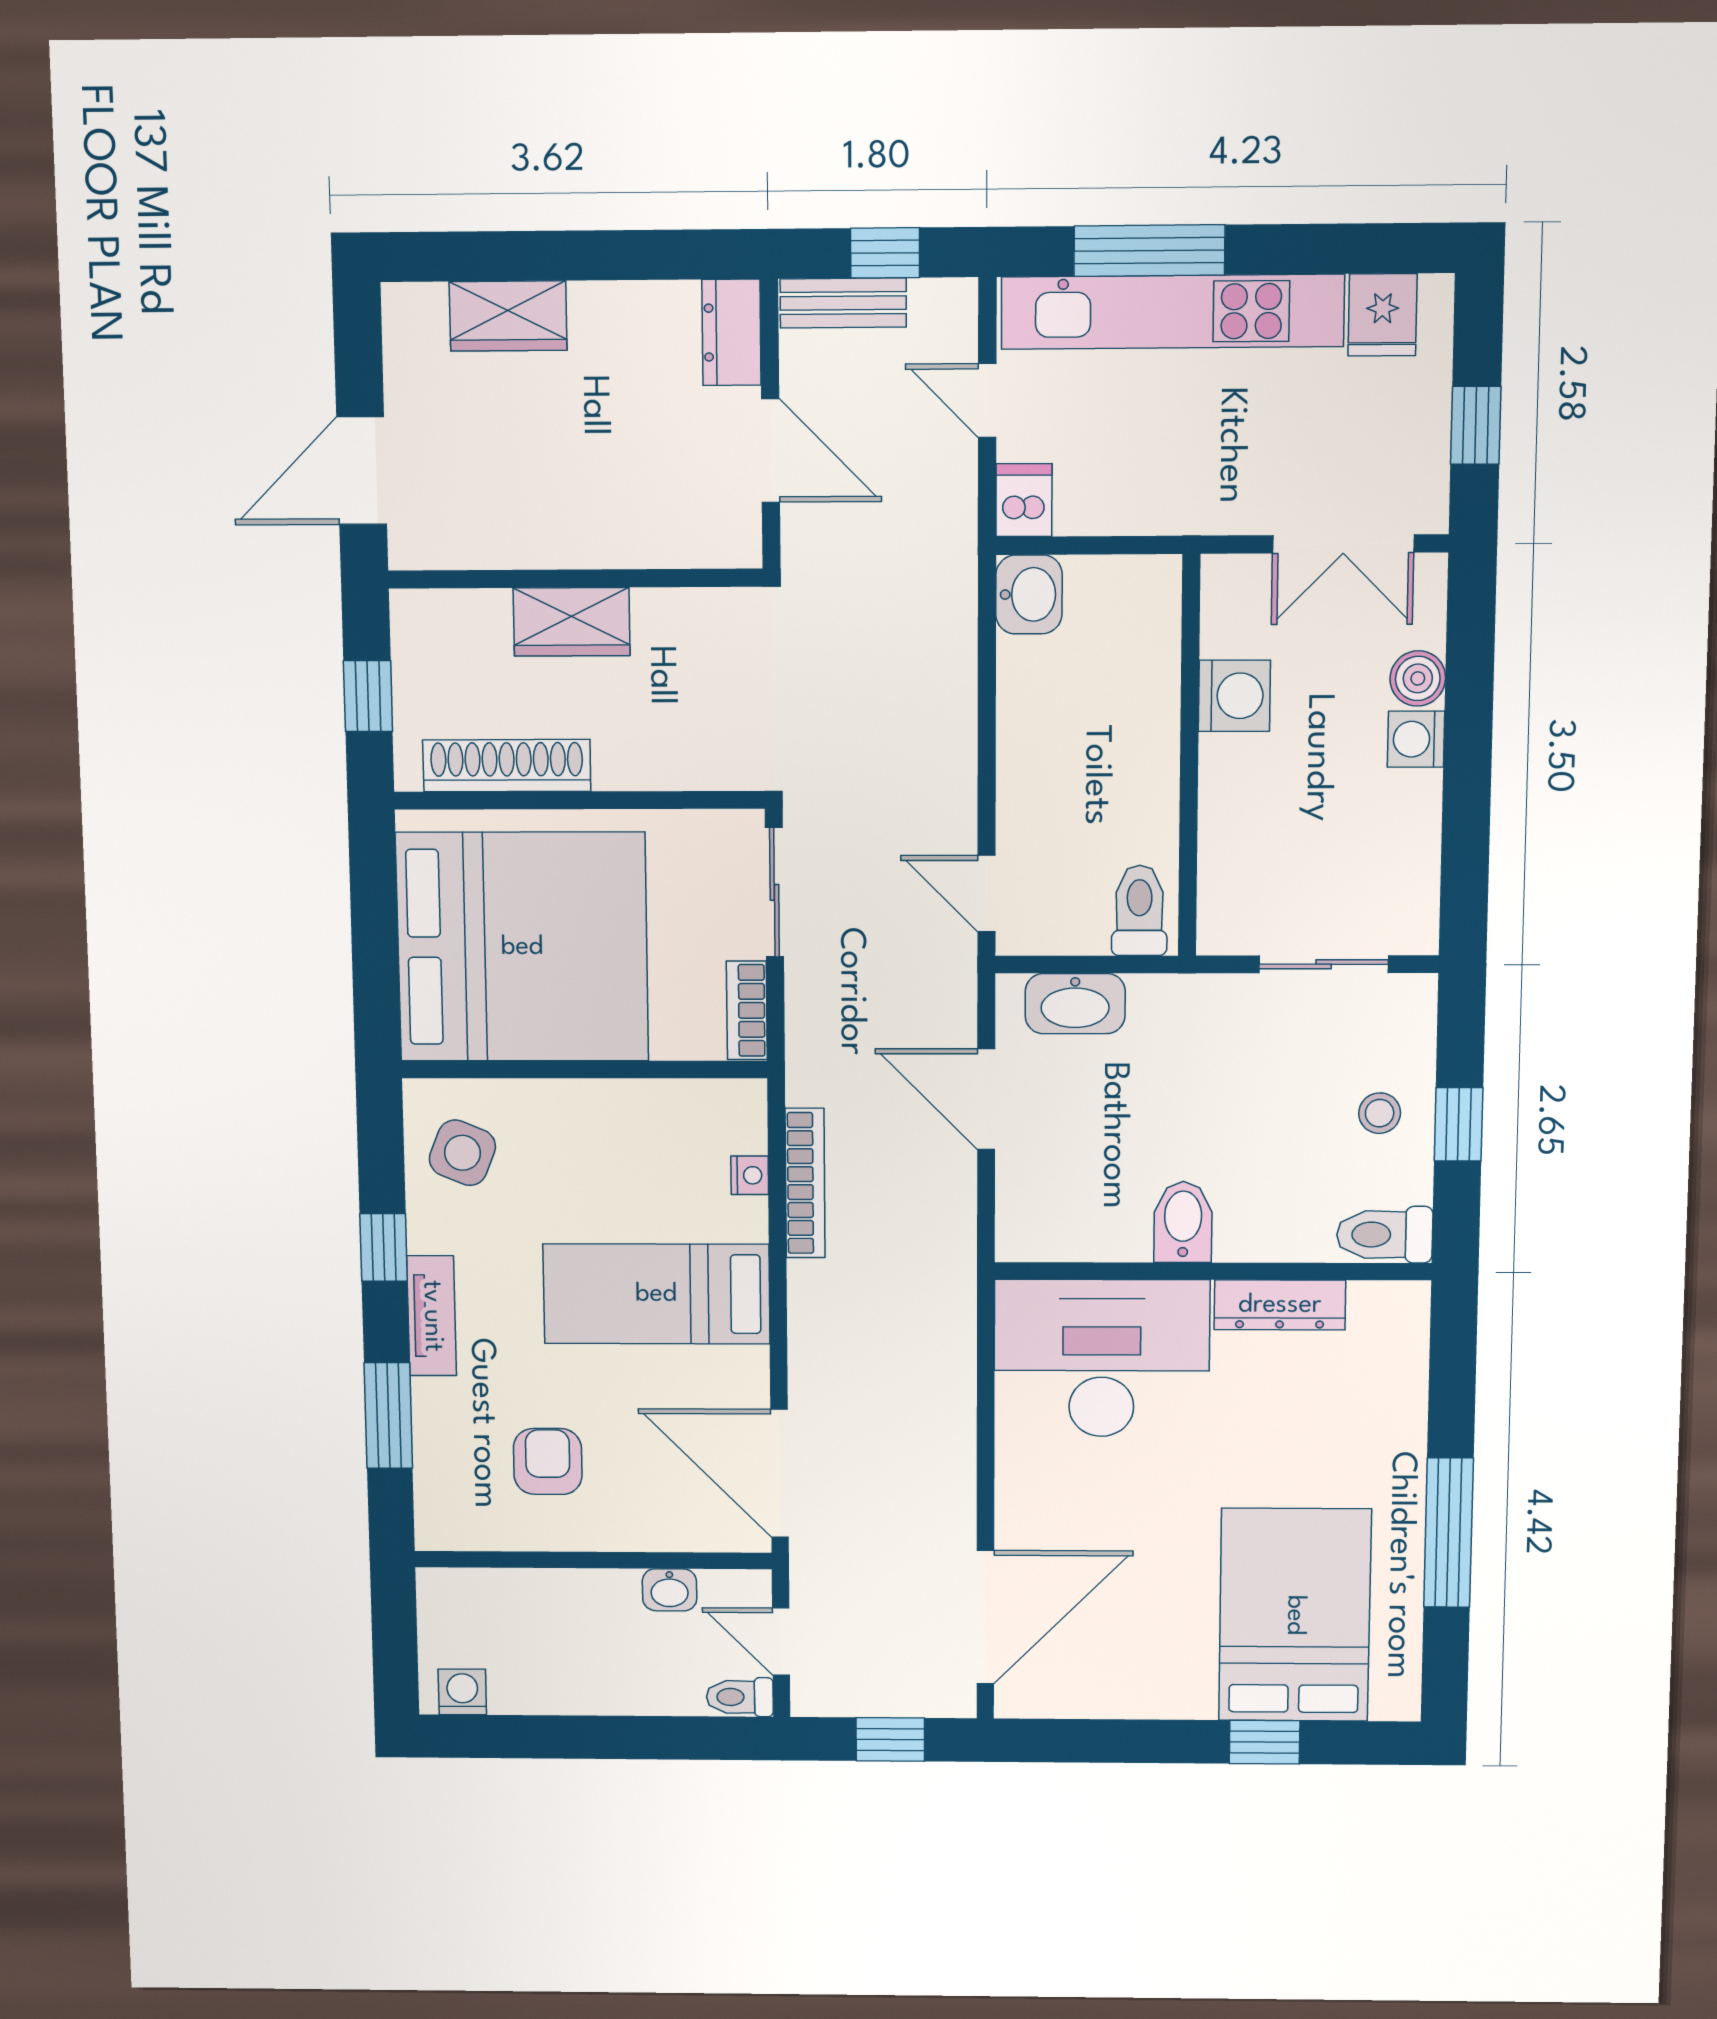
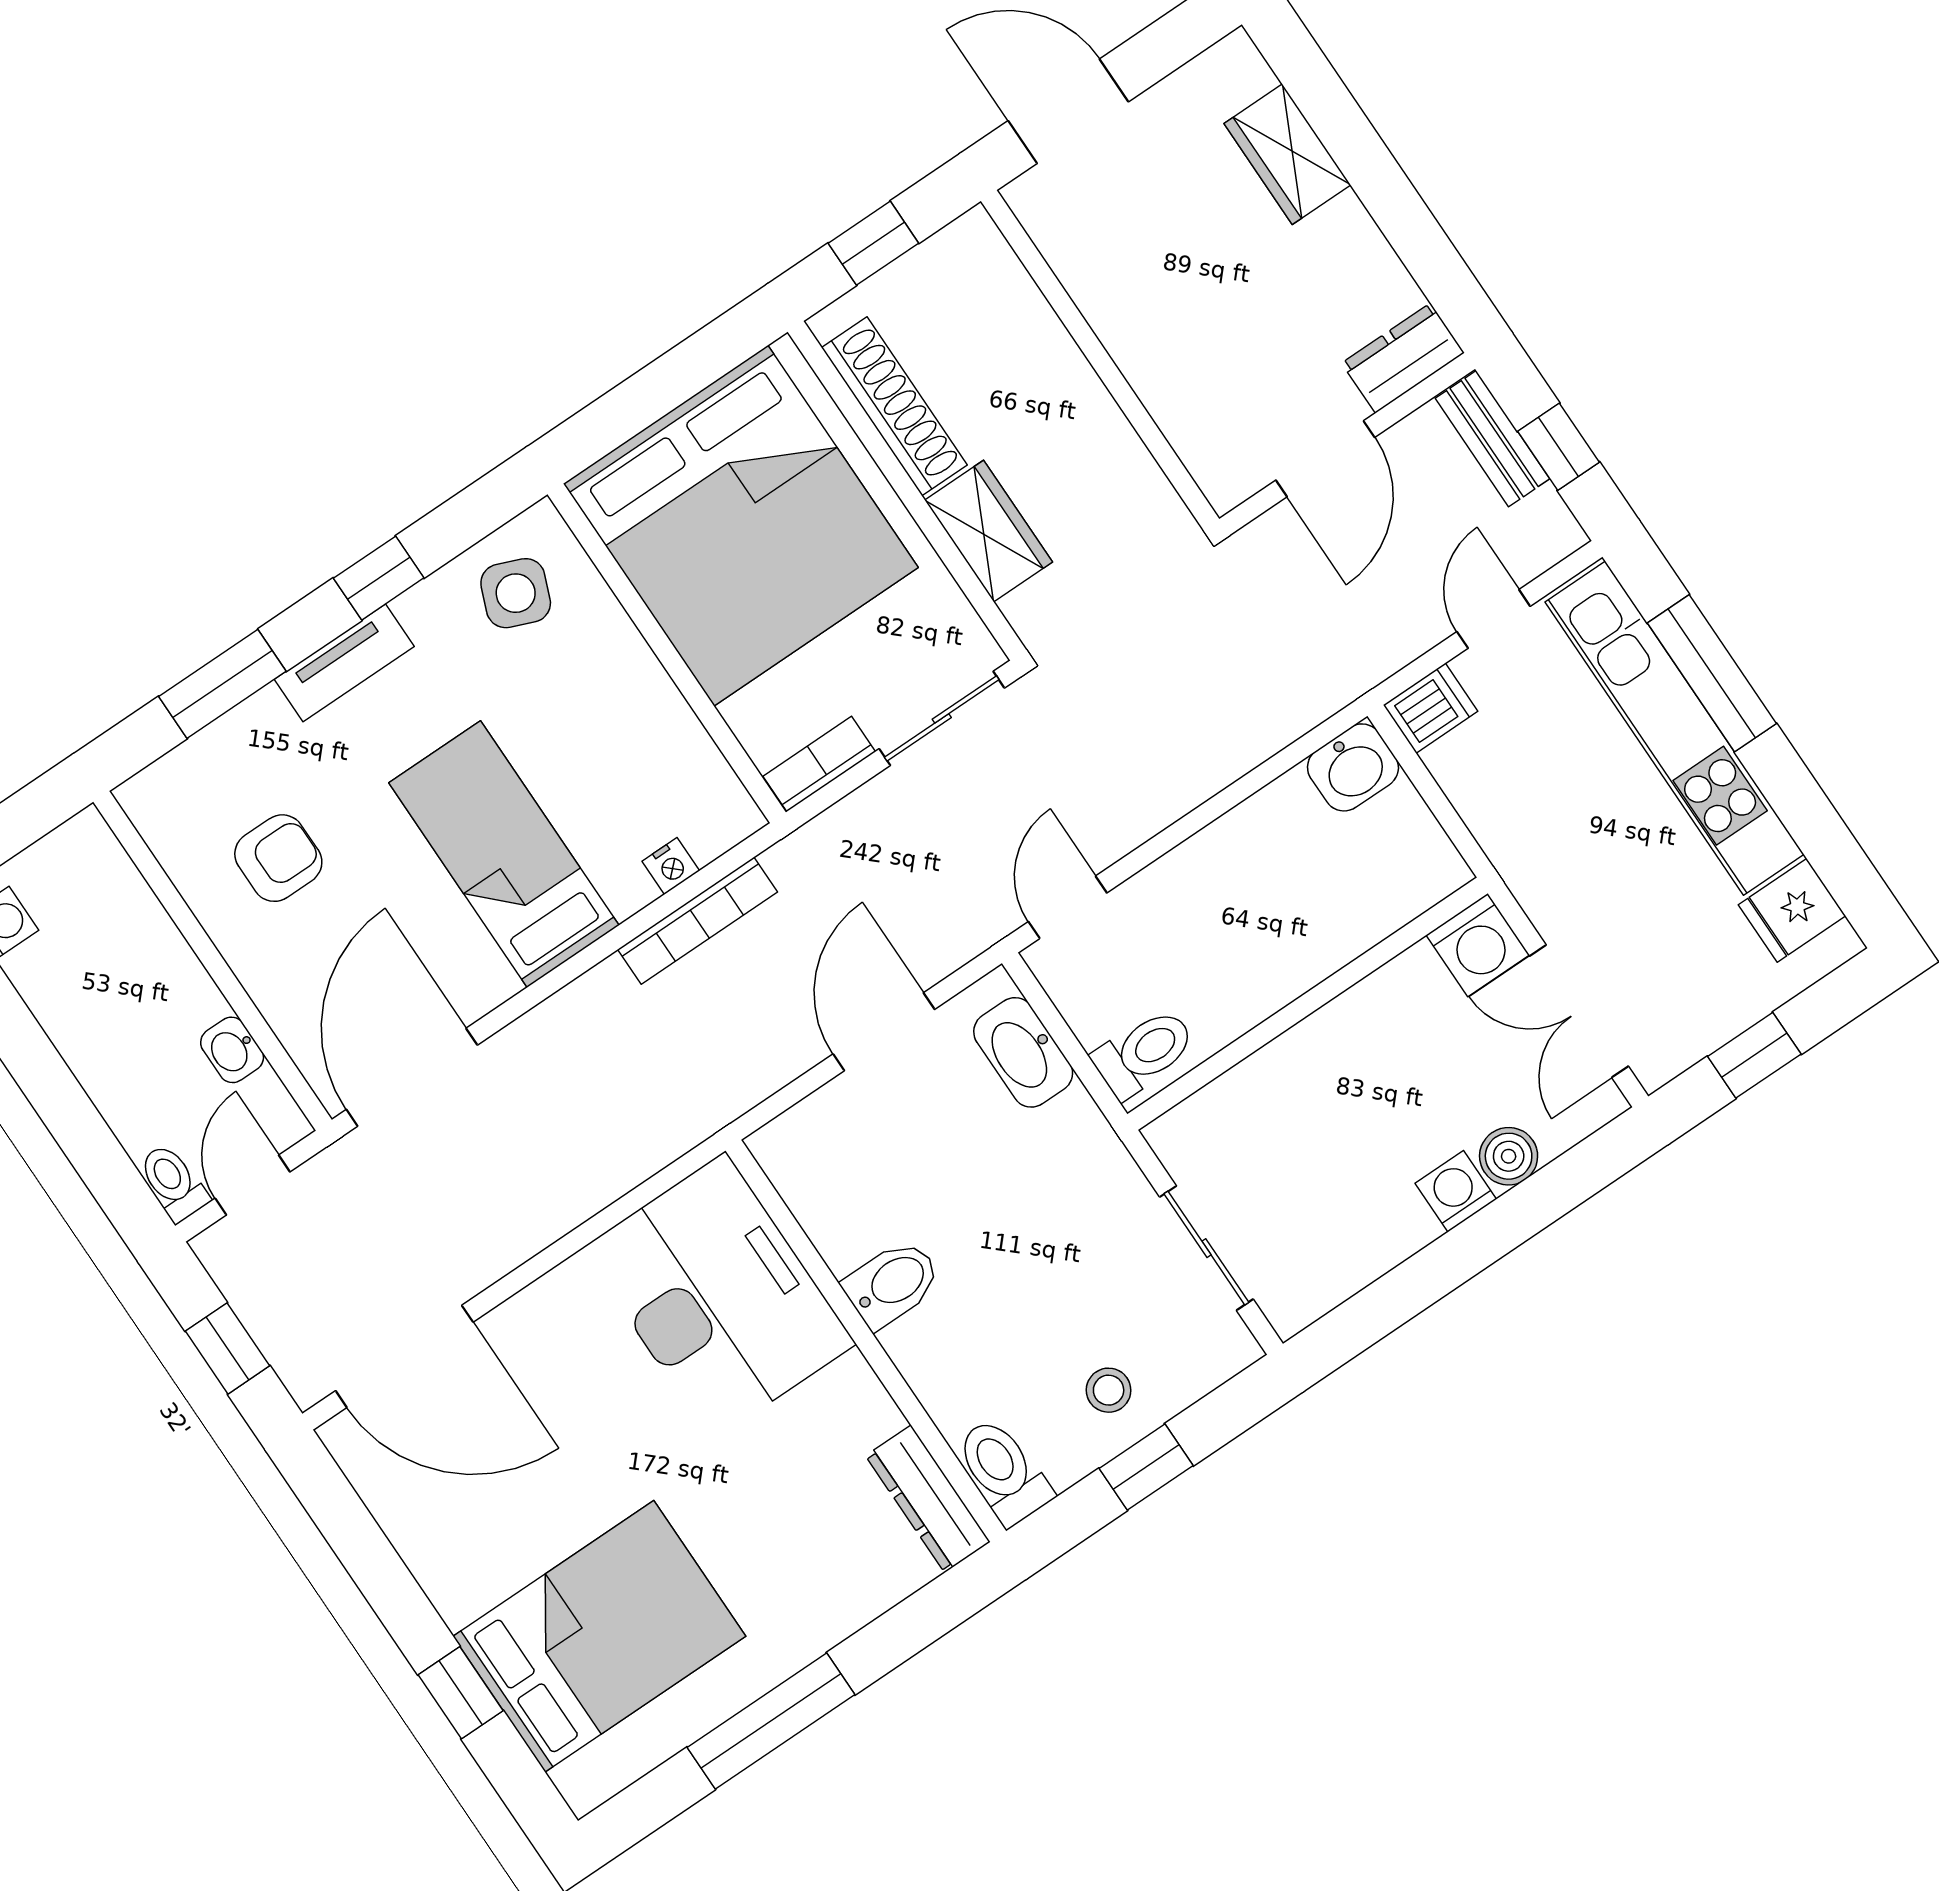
wardrobe: (572, 622) -> (989, 531), moved, turned 180
washing machine: (1234, 696) -> (1478, 945), moved
dresser: (1280, 1305) -> (928, 1499), moved

